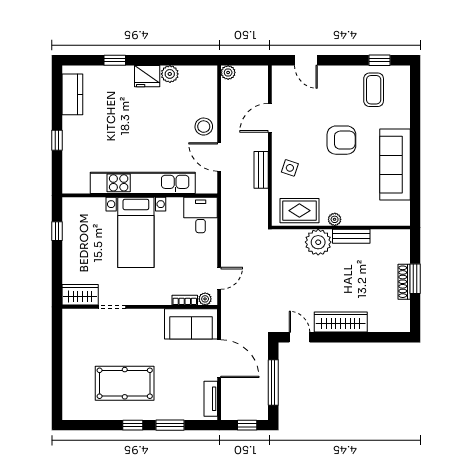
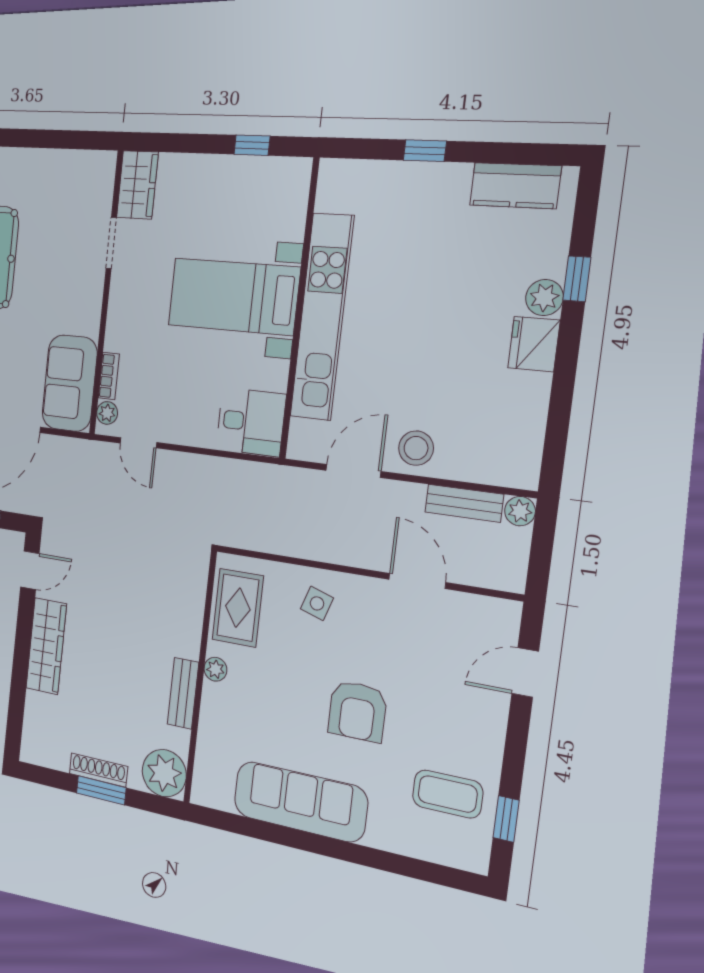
plant: (170, 74) -> (544, 298), moved
bench: (261, 170) -> (464, 503), moved
plant: (318, 242) -> (164, 773), moved

